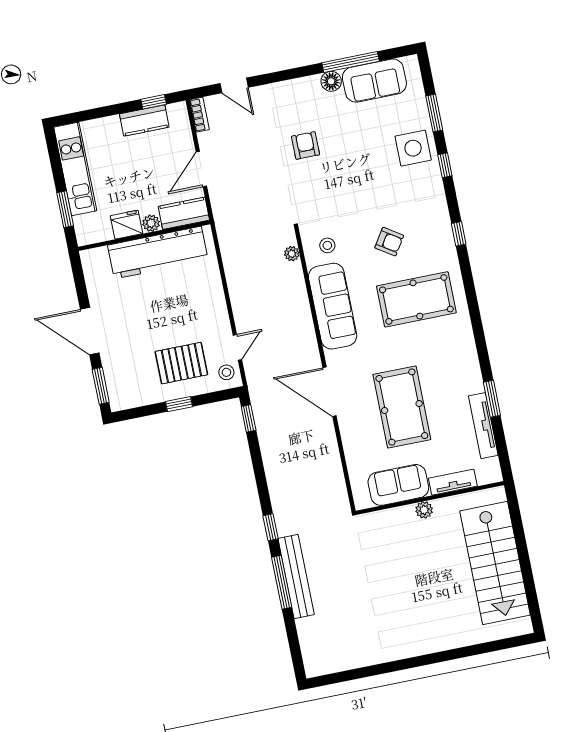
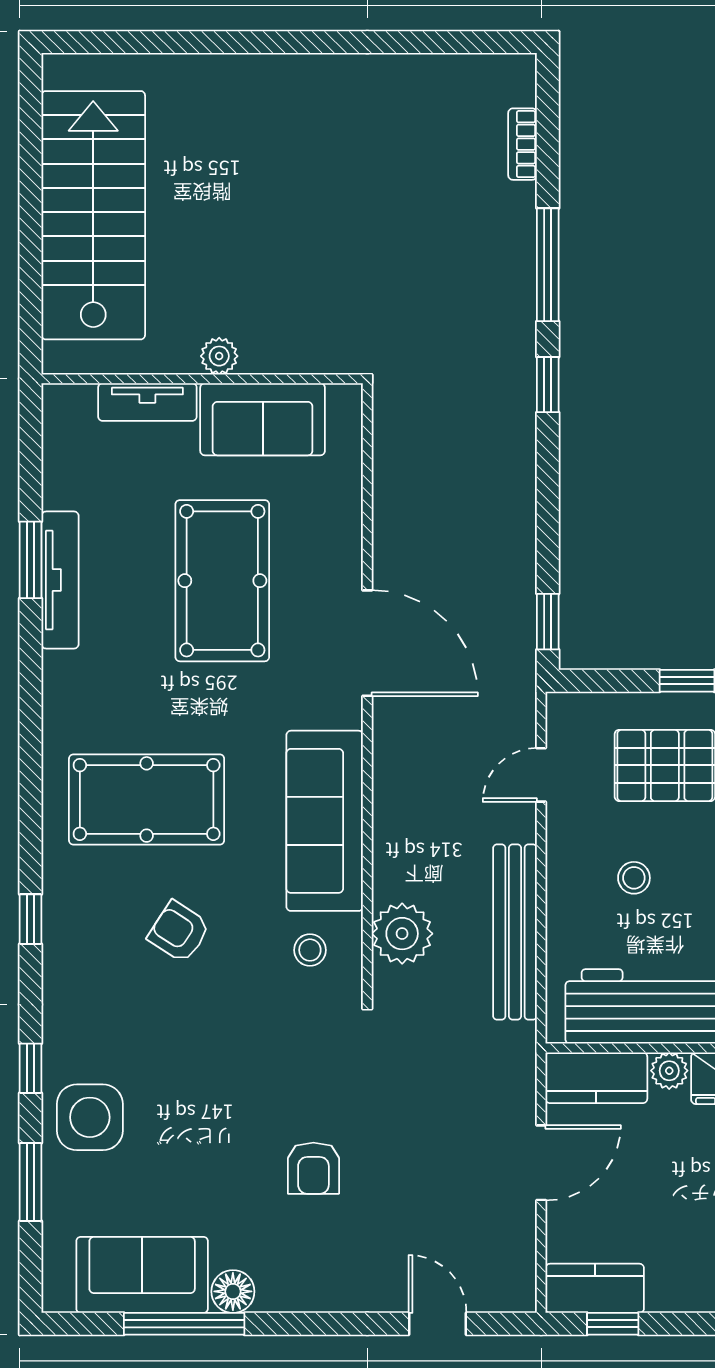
bookcase: (199, 115) -> (523, 144), moved
kitchen counter: (144, 121) -> (595, 1288), moved
plant: (292, 254) -> (402, 934), width x1.87, depth x1.87
stool: (226, 372) -> (634, 878), moved
tv unit: (483, 426) -> (60, 580), moved
bench: (296, 577) -> (515, 932), moved

